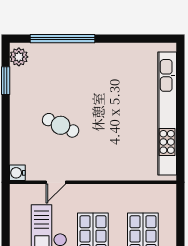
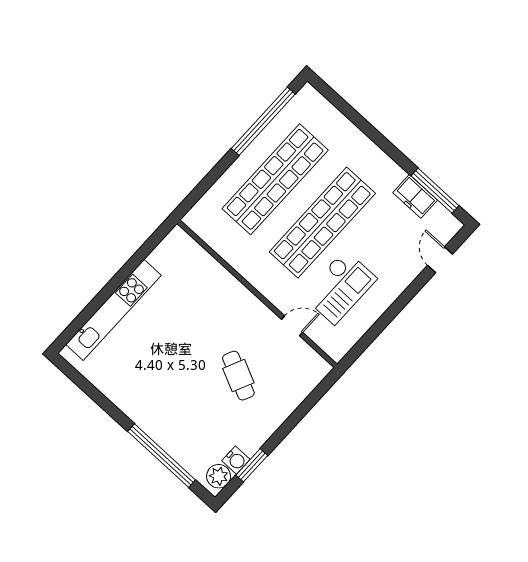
kitchen unit: (167, 114) -> (114, 310), width x0.73
water cooler: (17, 173) -> (236, 460), moved

